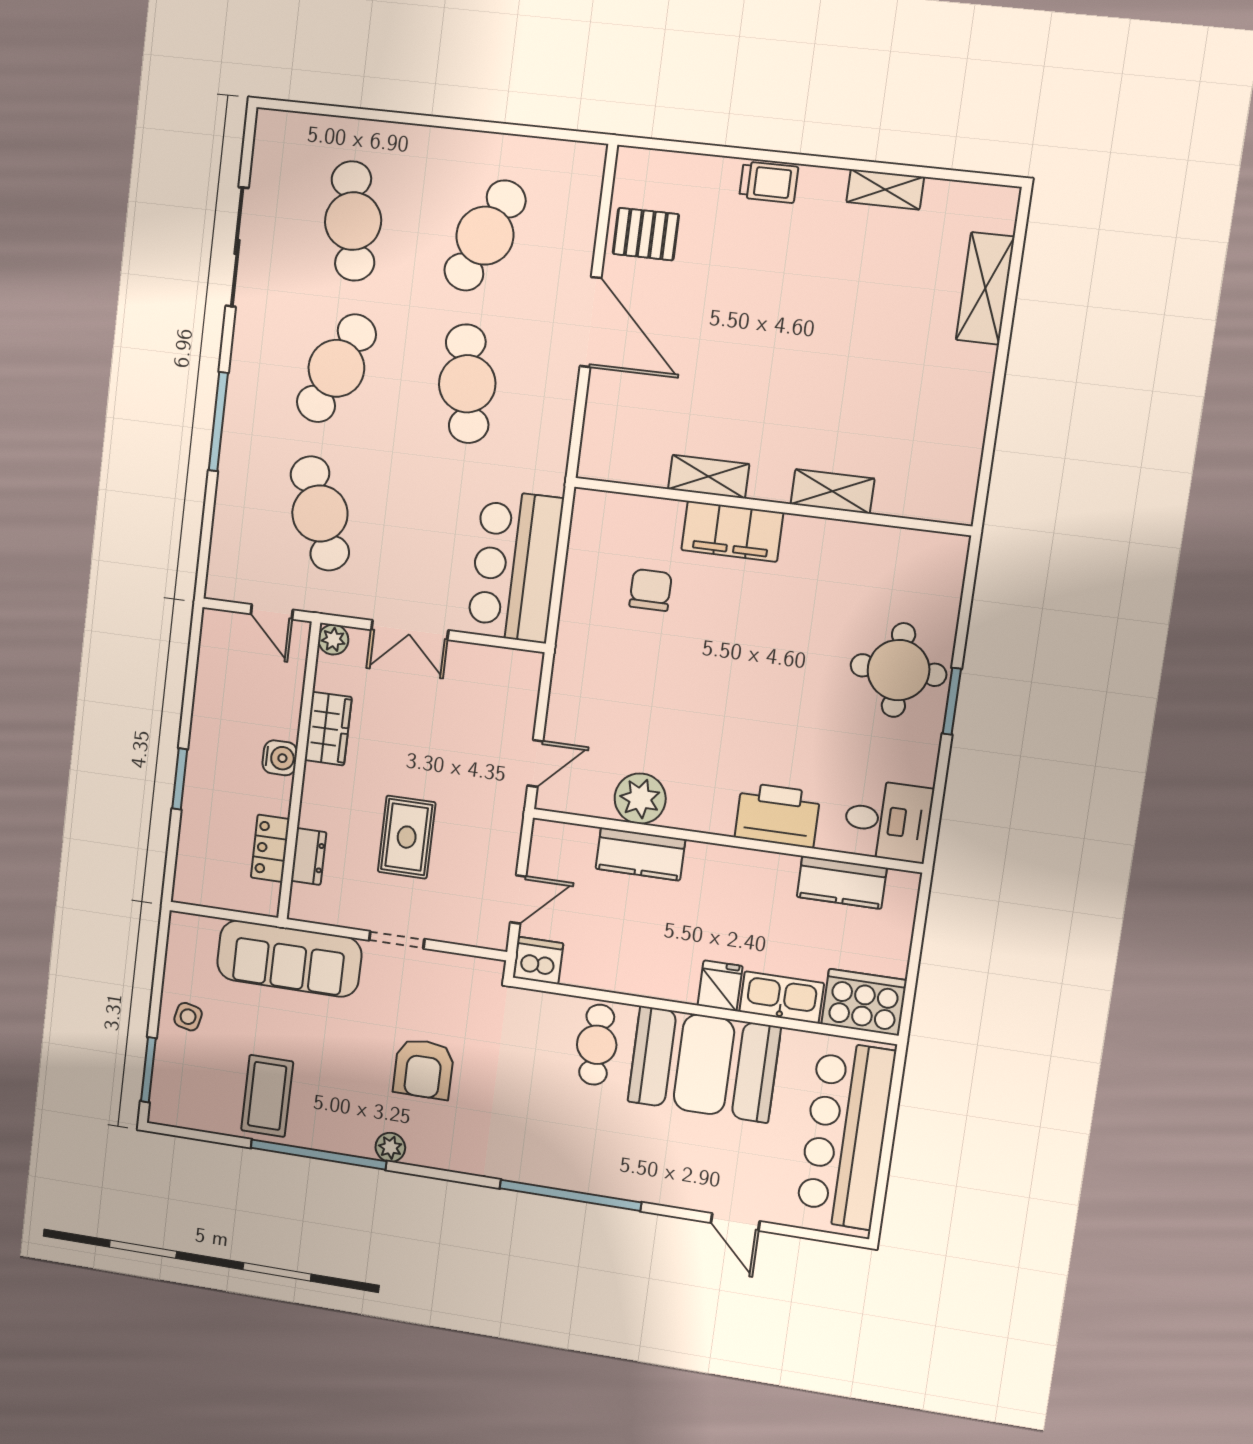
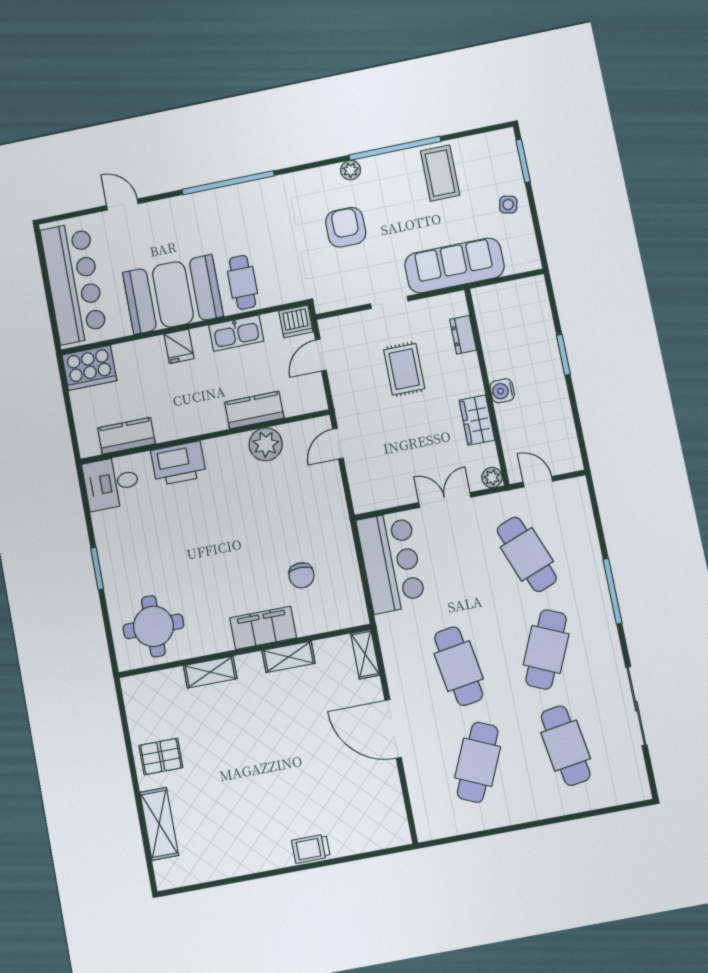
shelving: (885, 189) -> (365, 654), moved, turned 90
pallet: (646, 234) -> (161, 756), moved
round table: (898, 670) -> (153, 626), moved
locker: (270, 848) -> (490, 331), removed
kitchen sink: (782, 997) -> (236, 333), moved

